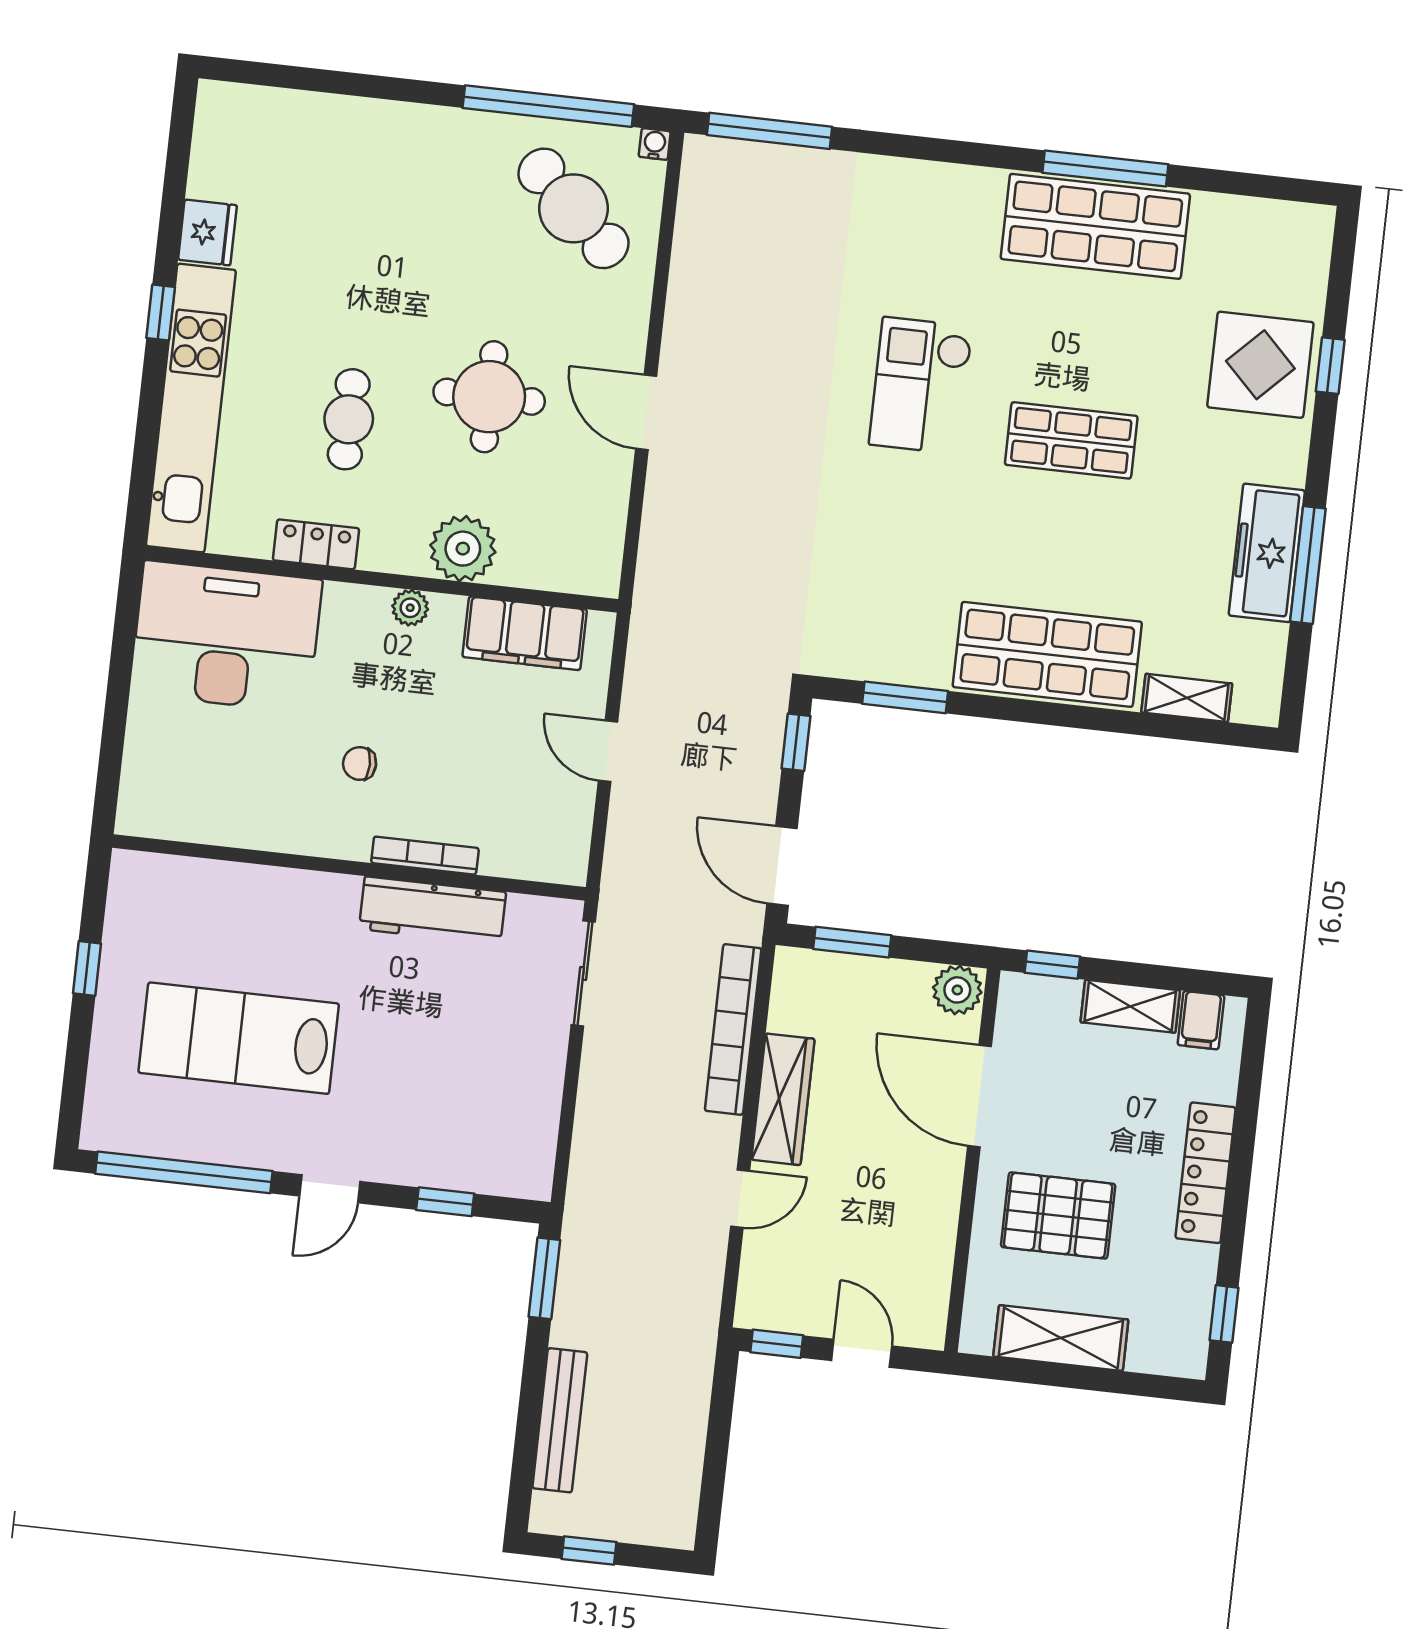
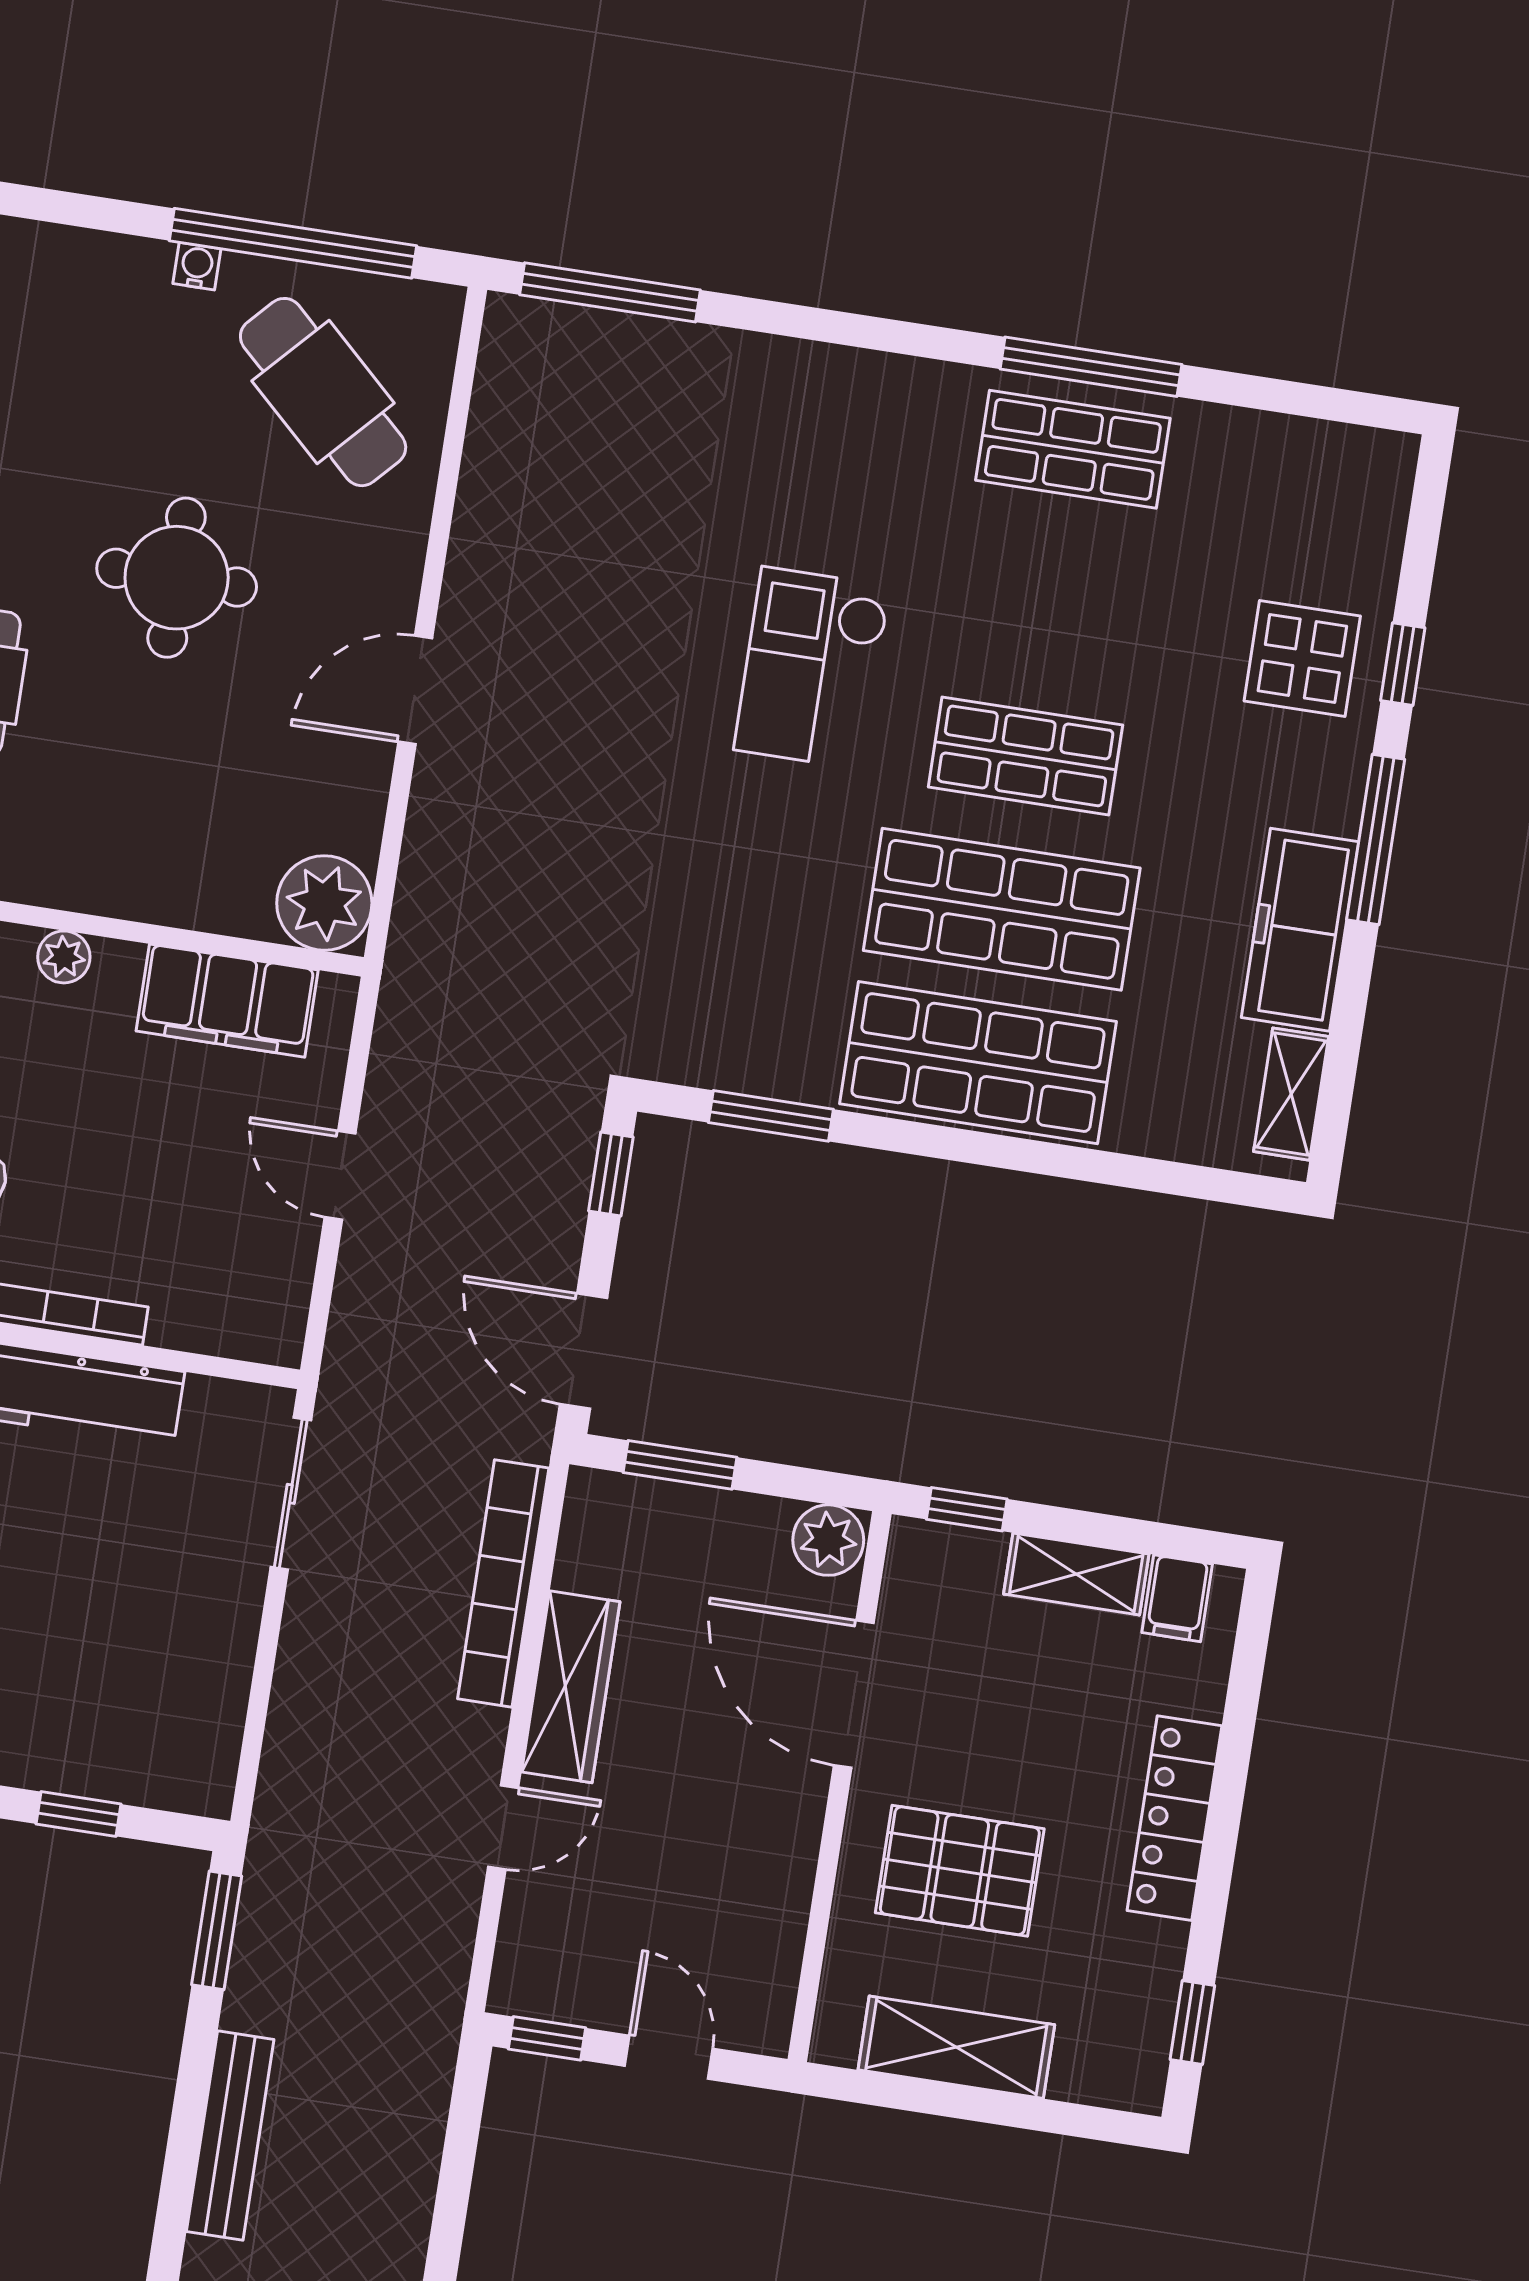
water cooler: (655, 144) -> (197, 266), moved
shop shelf: (1095, 226) -> (1073, 449), width x0.70, depth x0.74
display table: (1260, 365) -> (1302, 659), width x0.73, depth x0.73
round table: (489, 397) -> (177, 578), moved
door: (646, 412) -> (415, 690), hinge flipped
shop shelf: (1059, 547) -> (1002, 909), added
plant: (463, 549) -> (324, 903), moved
window: (1308, 565) -> (1376, 840), moved
shelving: (1187, 698) -> (1291, 1094), moved, turned 90

